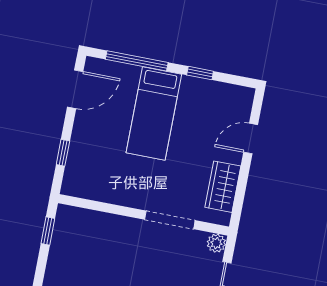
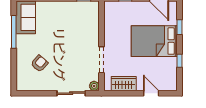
window: (137, 61) -> (180, 27), width x0.46
bed: (154, 114) -> (154, 41), width x1.50

